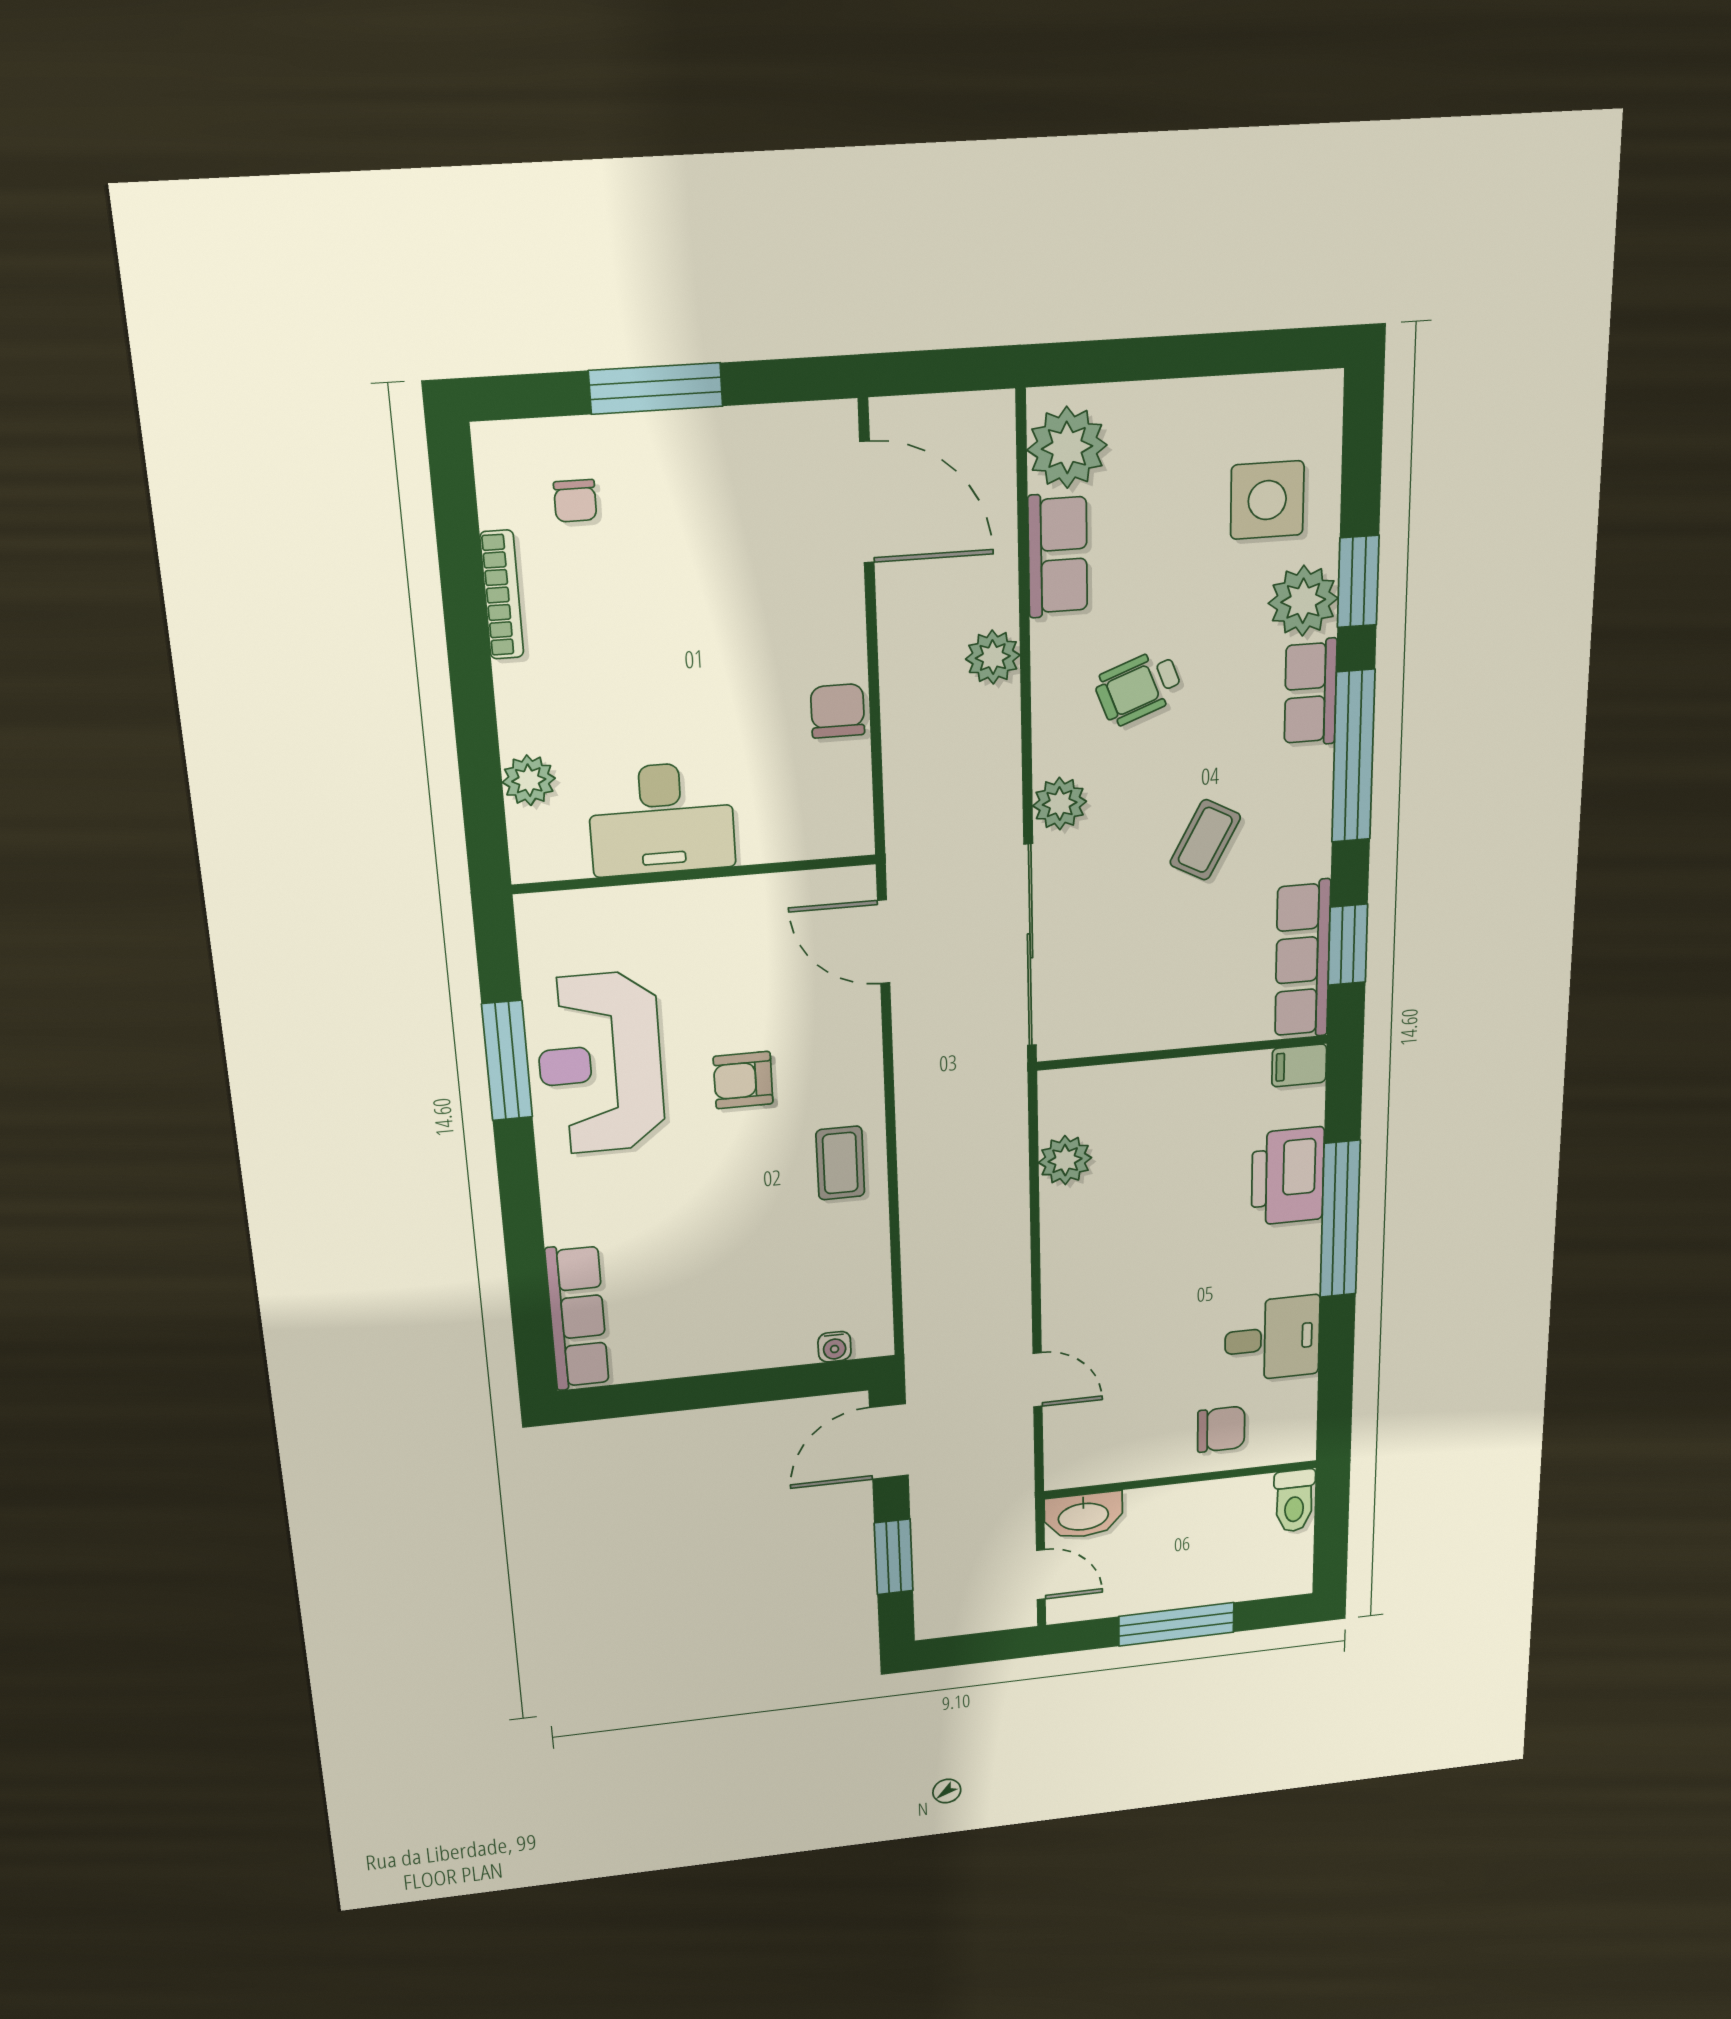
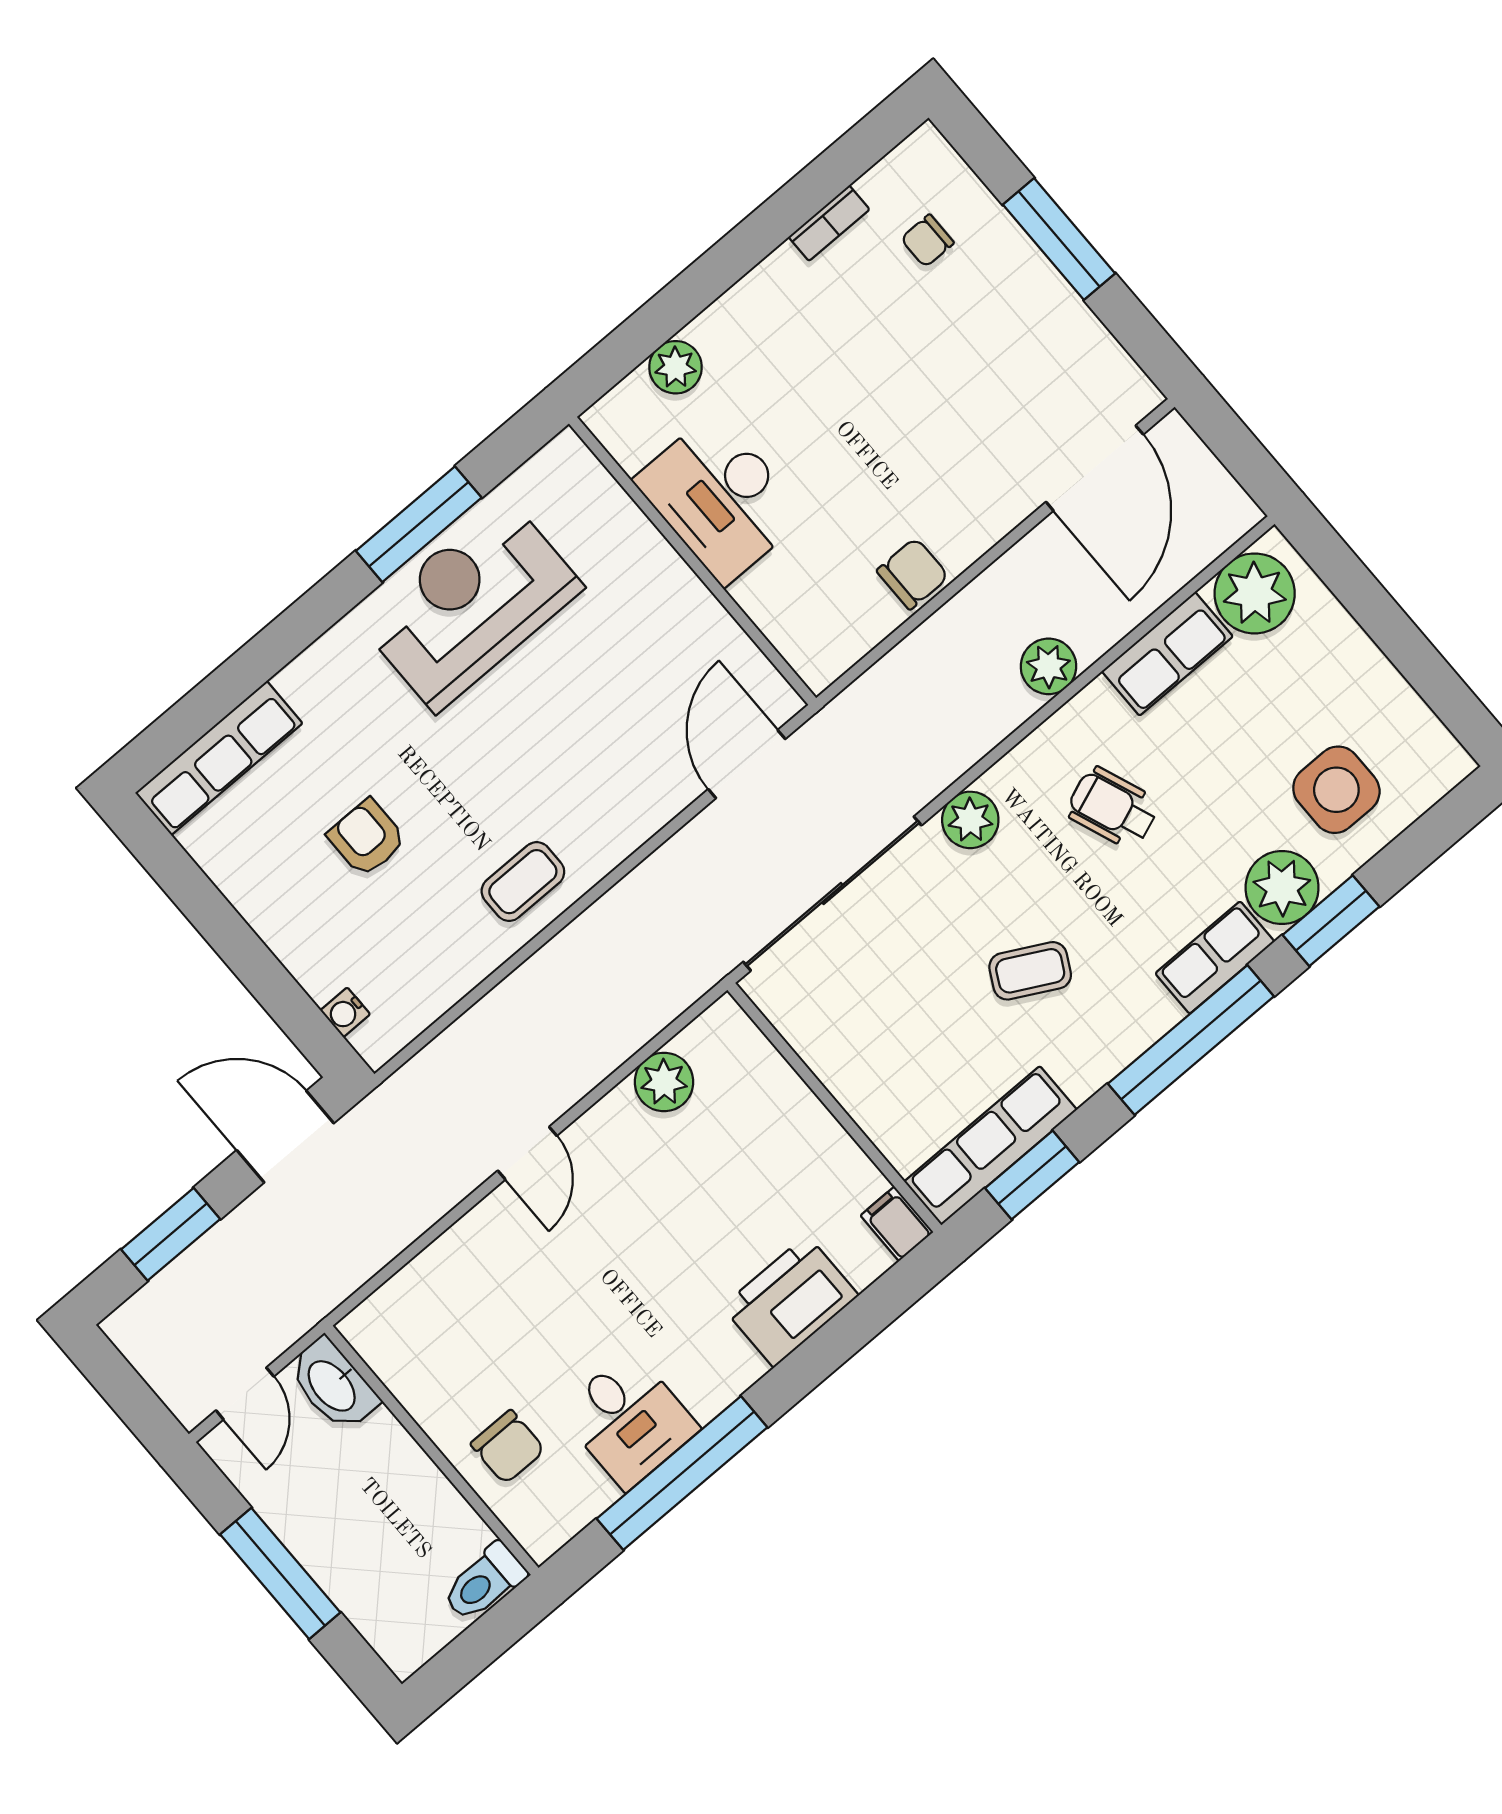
bookcase: (502, 595) -> (829, 223), width x0.64
armchair: (743, 1080) -> (367, 838), moved
window: (1340, 1219) -> (682, 1473), moved
door: (1038, 1380) -> (527, 1153), moved

